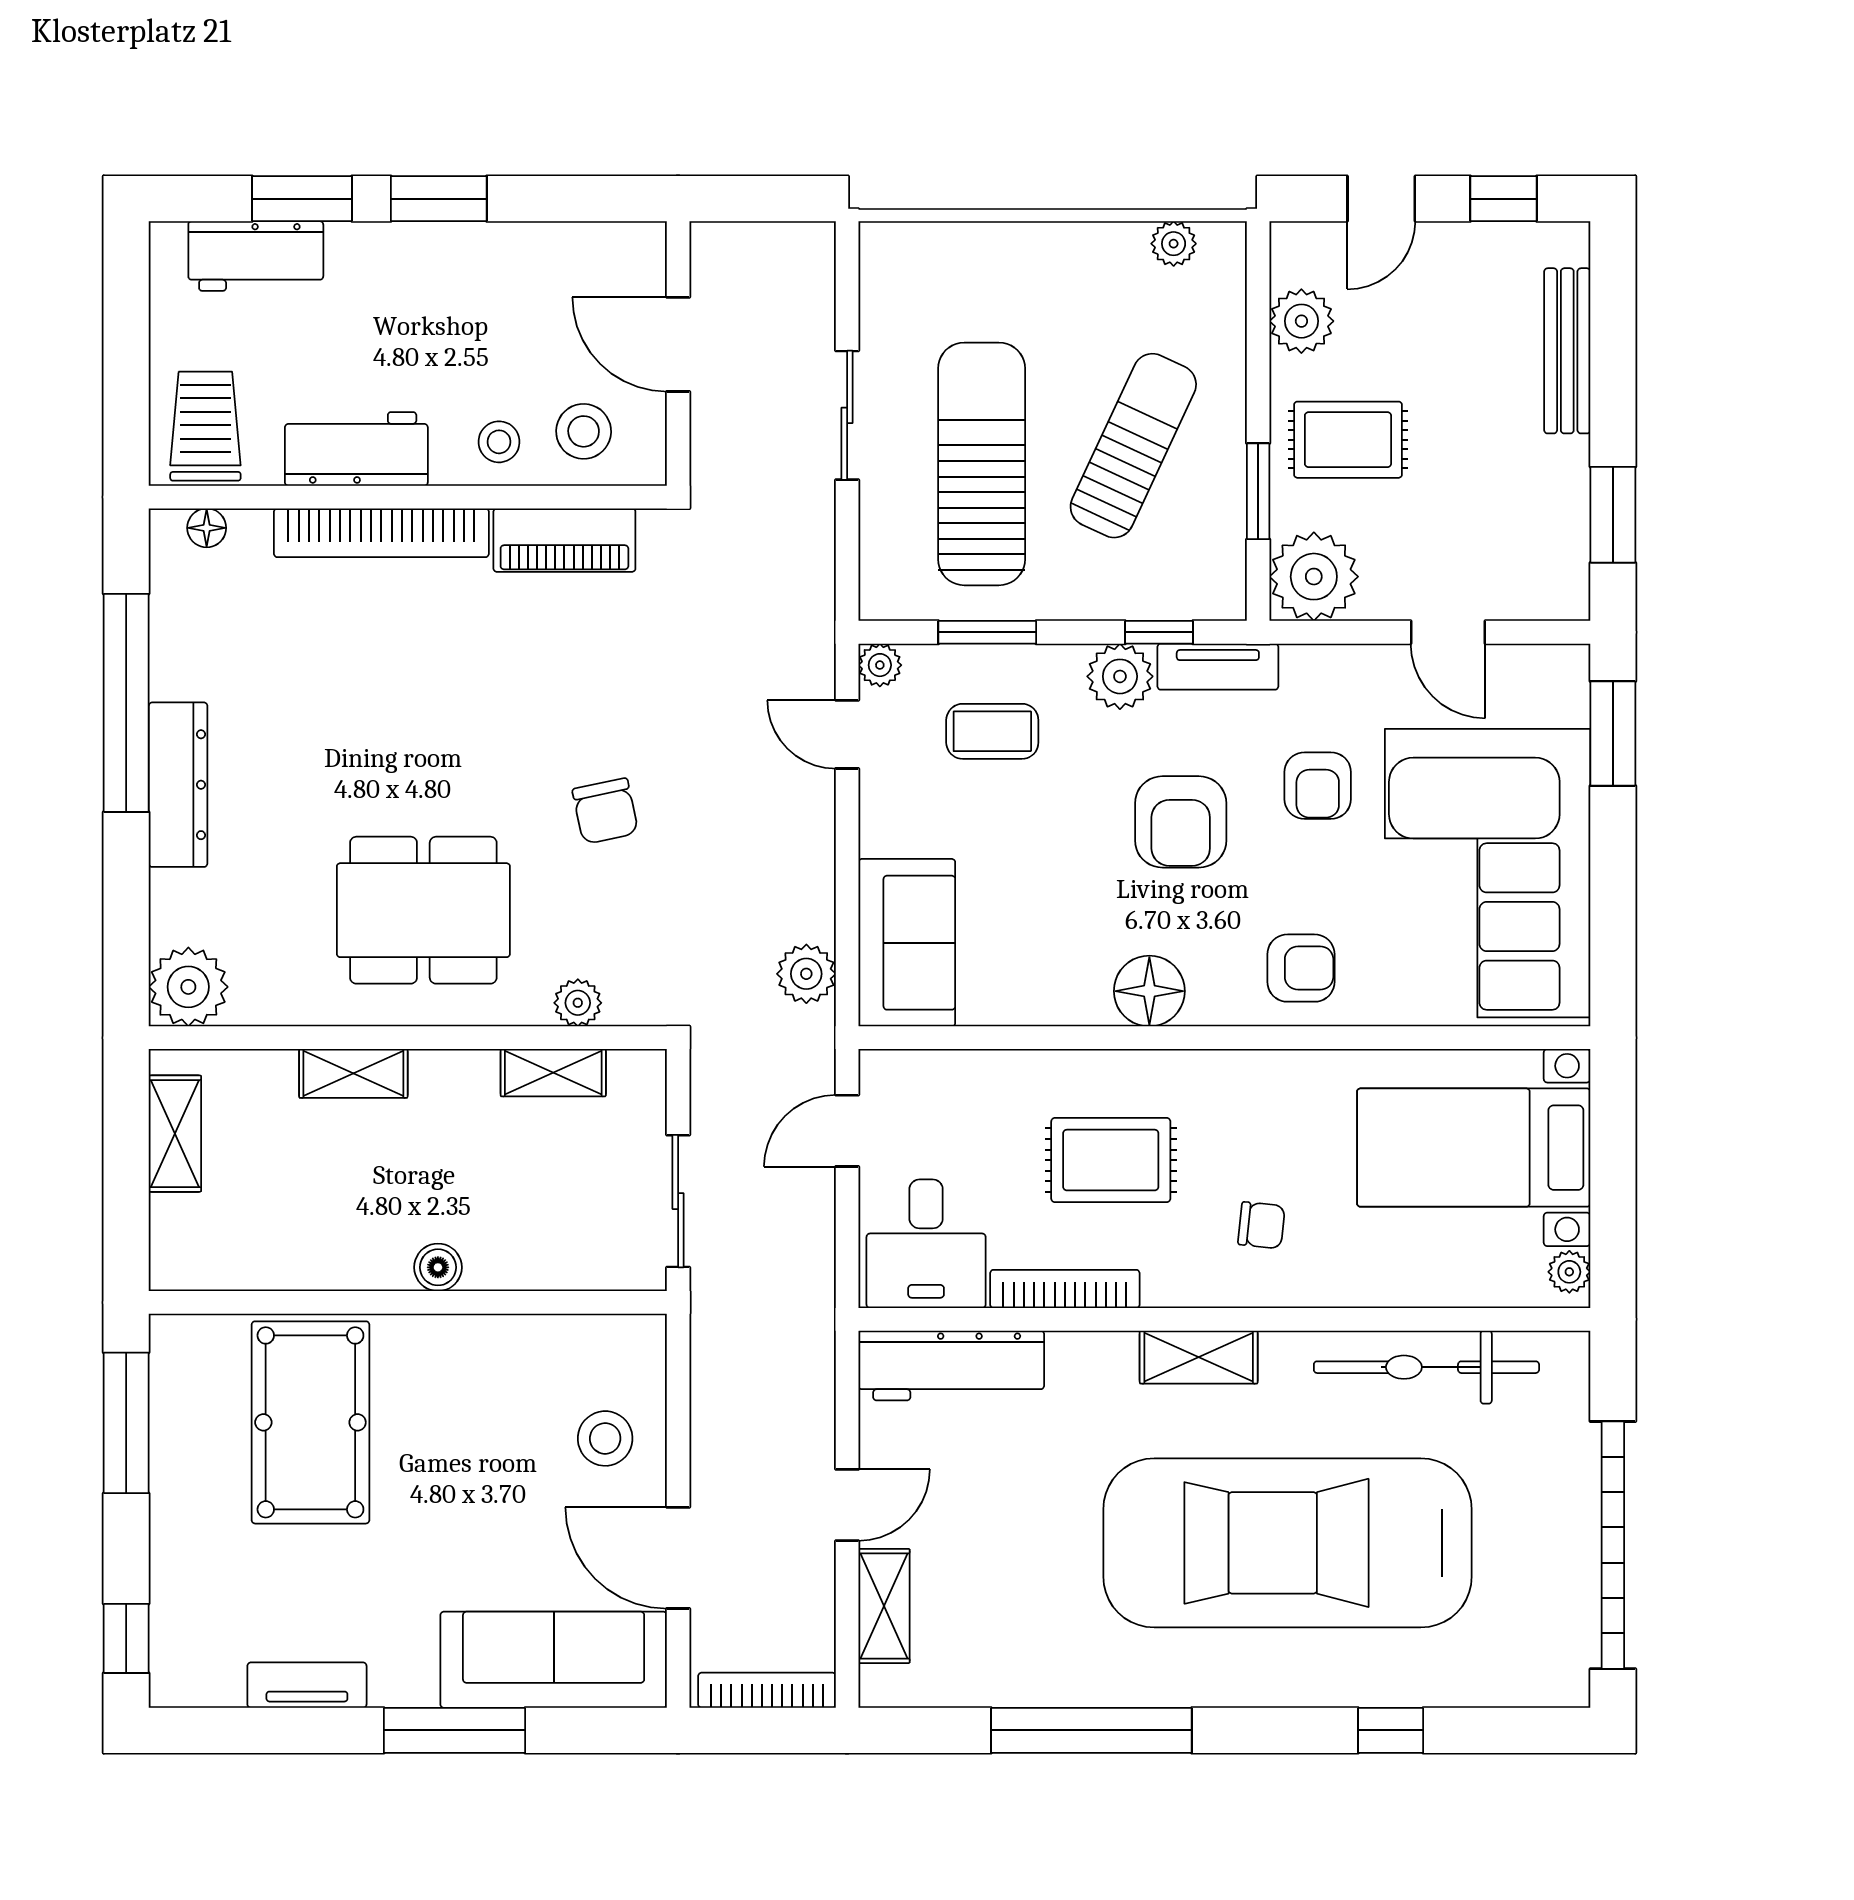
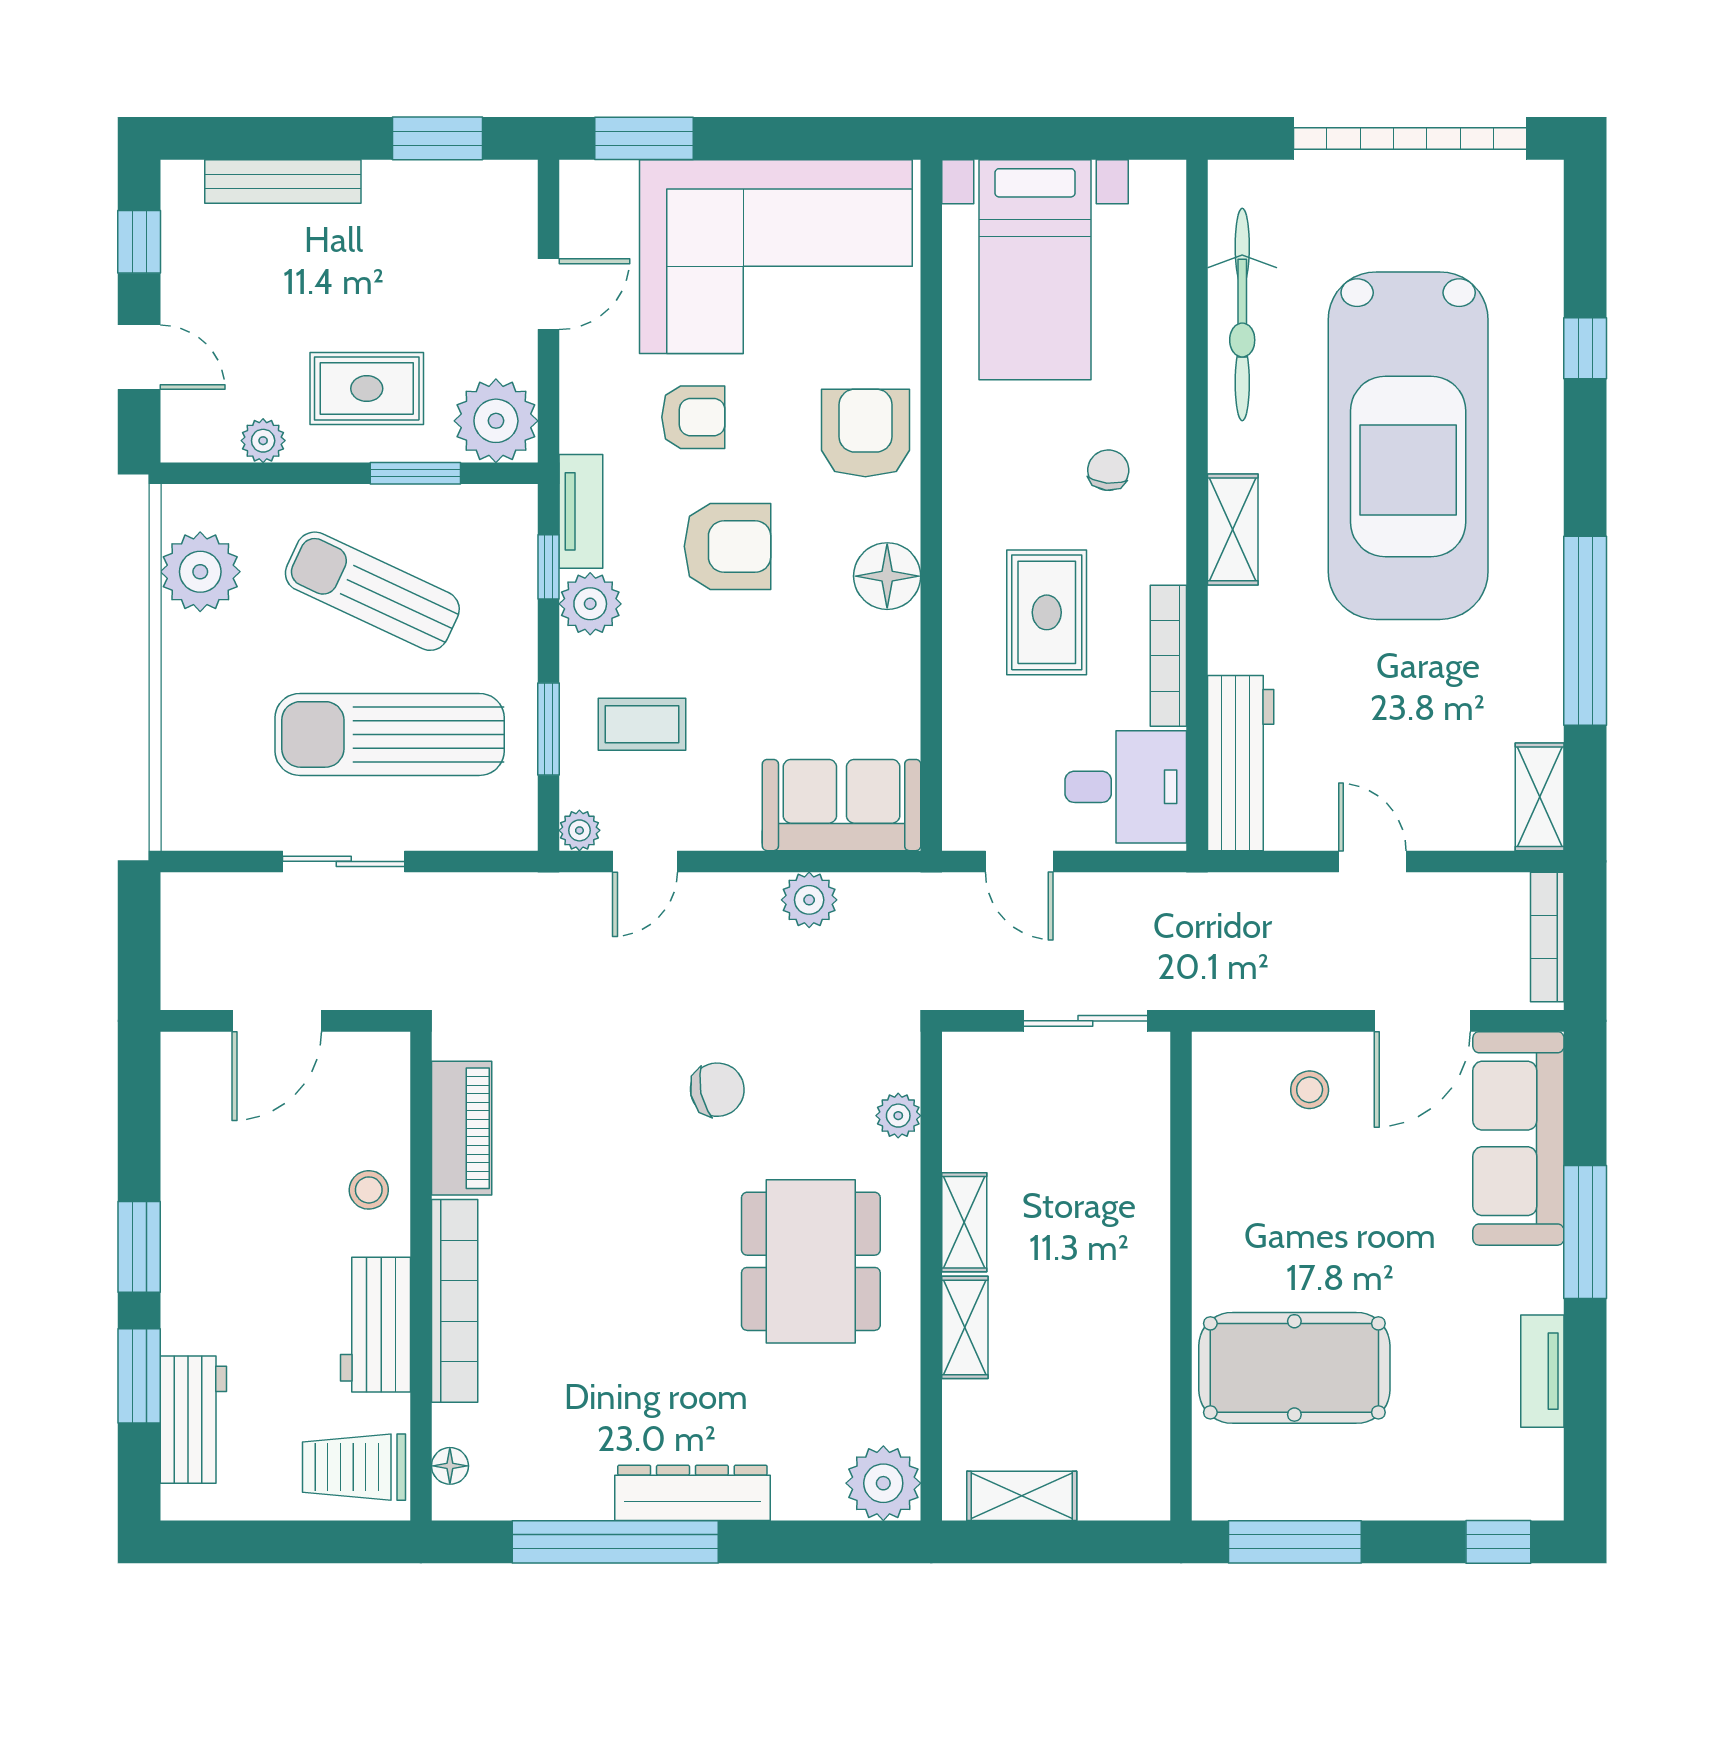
plant: (1174, 244) -> (200, 572), width x1.88, depth x1.88
plant: (1301, 321) -> (263, 441), width x0.73, depth x0.73
stool: (584, 431) -> (359, 1110), removed
rug: (1348, 440) -> (367, 389), turned 90
coffee table: (992, 731) -> (642, 724), turned 90
armchair: (1301, 968) -> (865, 433), width x1.38, depth x1.38
plant: (806, 974) -> (809, 900), moved
shelving: (553, 1073) -> (964, 1222), moved
boiler: (438, 1267) -> (1148, 1248), removed
plant: (1569, 1272) -> (1152, 180), removed
stool: (605, 1438) -> (1310, 1090), width x0.73, depth x0.73
shelving: (884, 1606) -> (1540, 797), moved, turned 90

